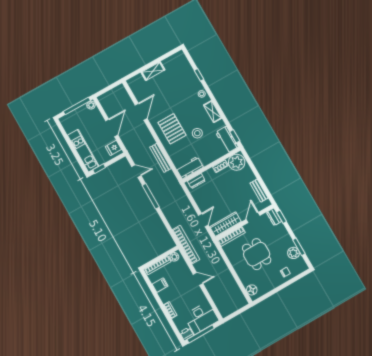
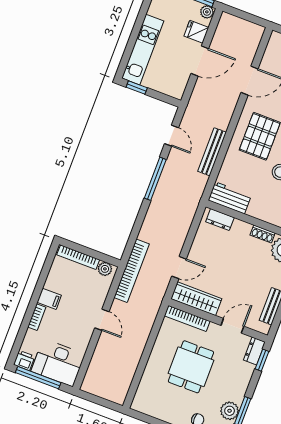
fridge: (113, 148) -> (196, 32), moved
filing cabinet: (160, 285) -> (49, 299), moved
floor lamp: (252, 290) -> (142, 396), removed

